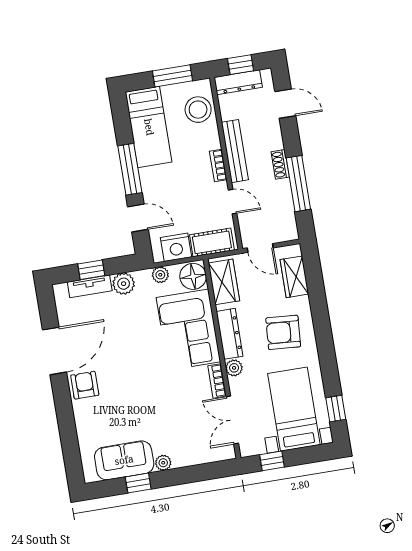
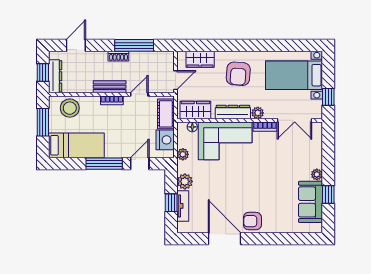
bench: (235, 151) -> (110, 87), width x0.73
floor lamp: (193, 276) -> (192, 127), width x0.53, depth x0.53
window: (336, 409) -> (299, 45), removed

